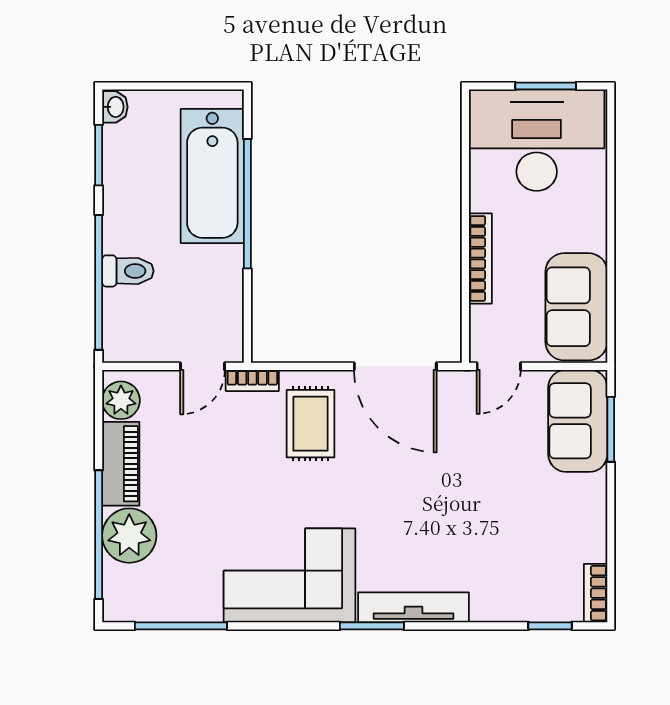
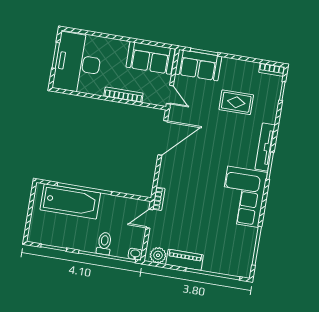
washbasin: (115, 107) -> (135, 254), moved
door: (203, 366) -> (149, 219), swing flipped
rug: (310, 424) -> (236, 102), moved
plant: (129, 536) -> (215, 261), removed

